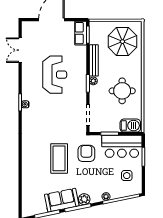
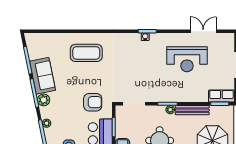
reception desk: (55, 75) -> (187, 59), moved
coffee table: (59, 158) -> (86, 53), moved

